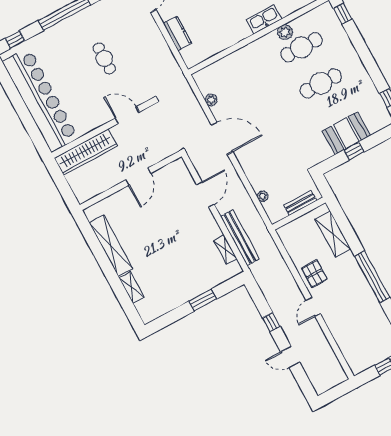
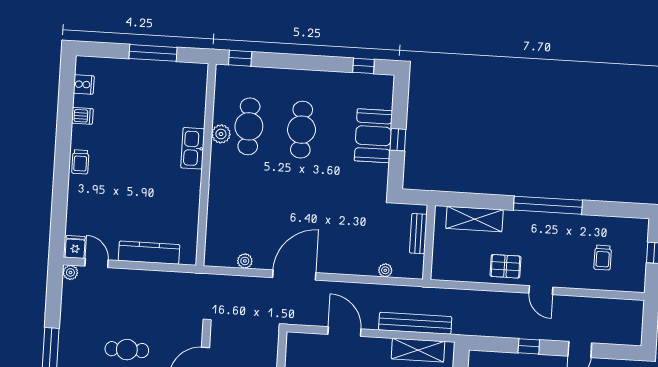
kitchen counter: (177, 33) -> (149, 253), width x1.50
shelving: (225, 250) -> (418, 350), width x1.50, depth x1.33
trolley: (360, 334) -> (603, 258), added

